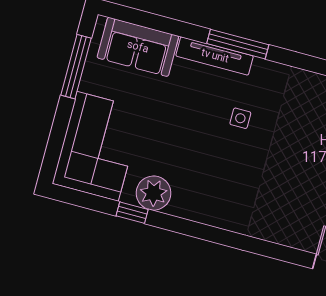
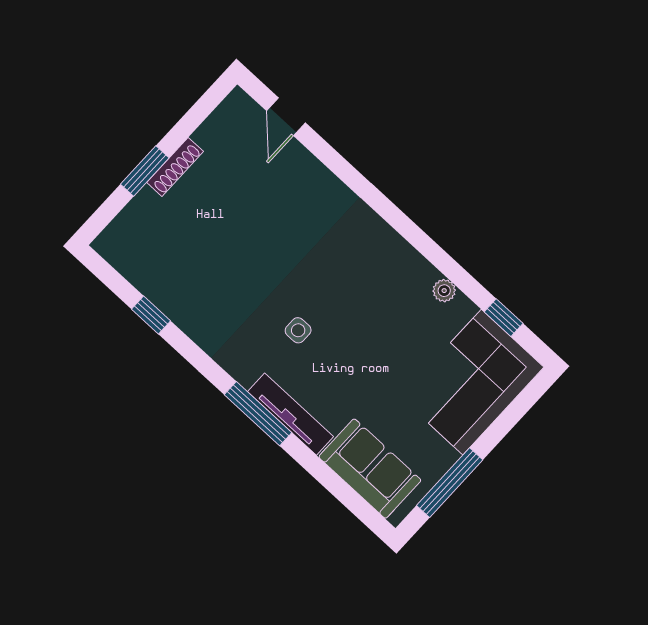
plant: (154, 193) -> (444, 291), width x0.53, depth x0.53
window: (132, 213) -> (504, 318), moved

